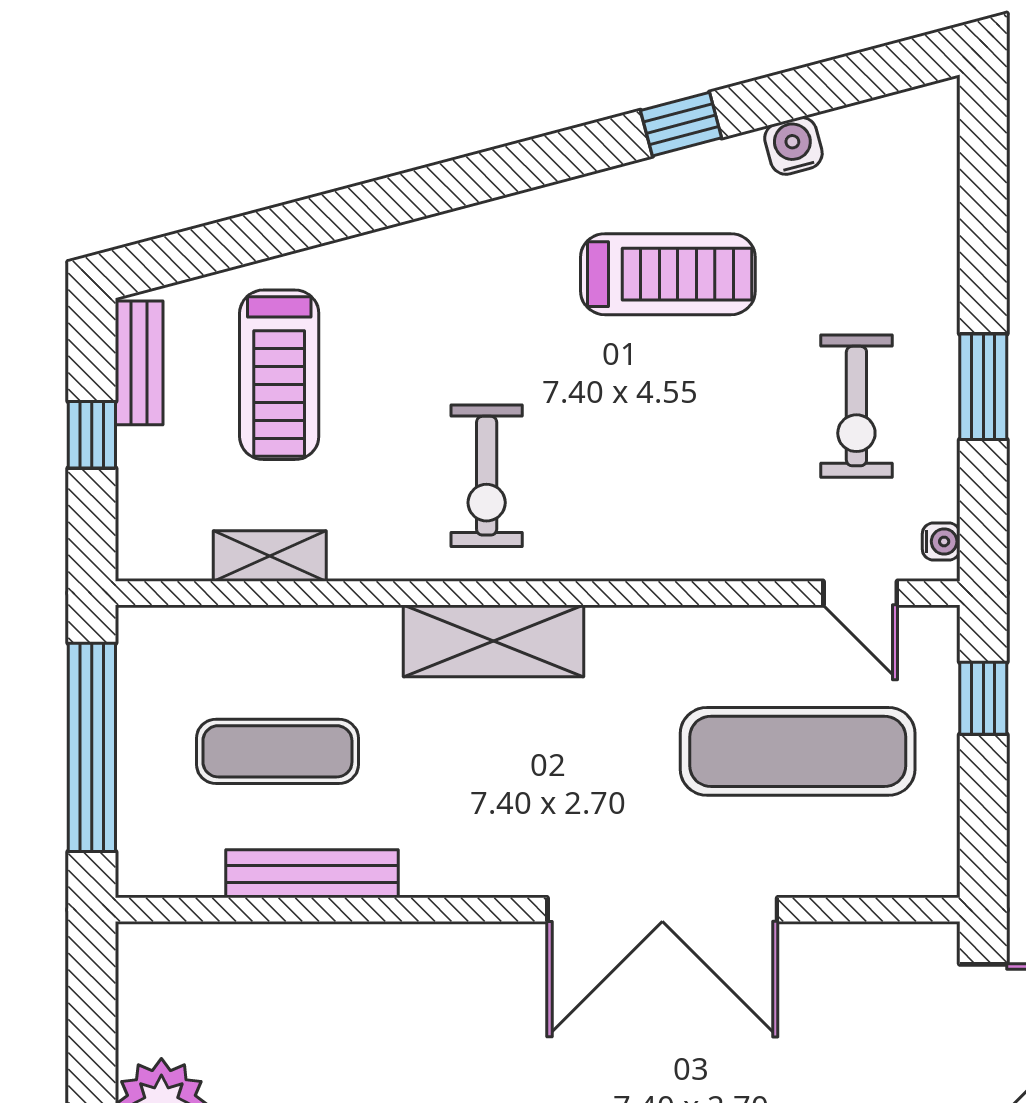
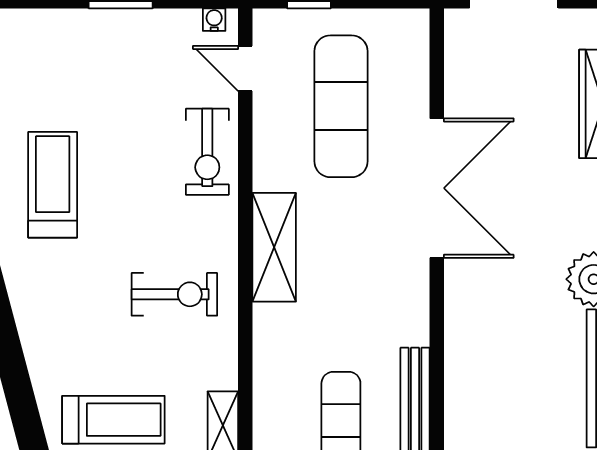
exercise bike: (856, 406) -> (207, 152), moved, turned 90
door: (860, 593) -> (245, 68), swing flipped
shelving: (494, 641) -> (274, 247), moved

